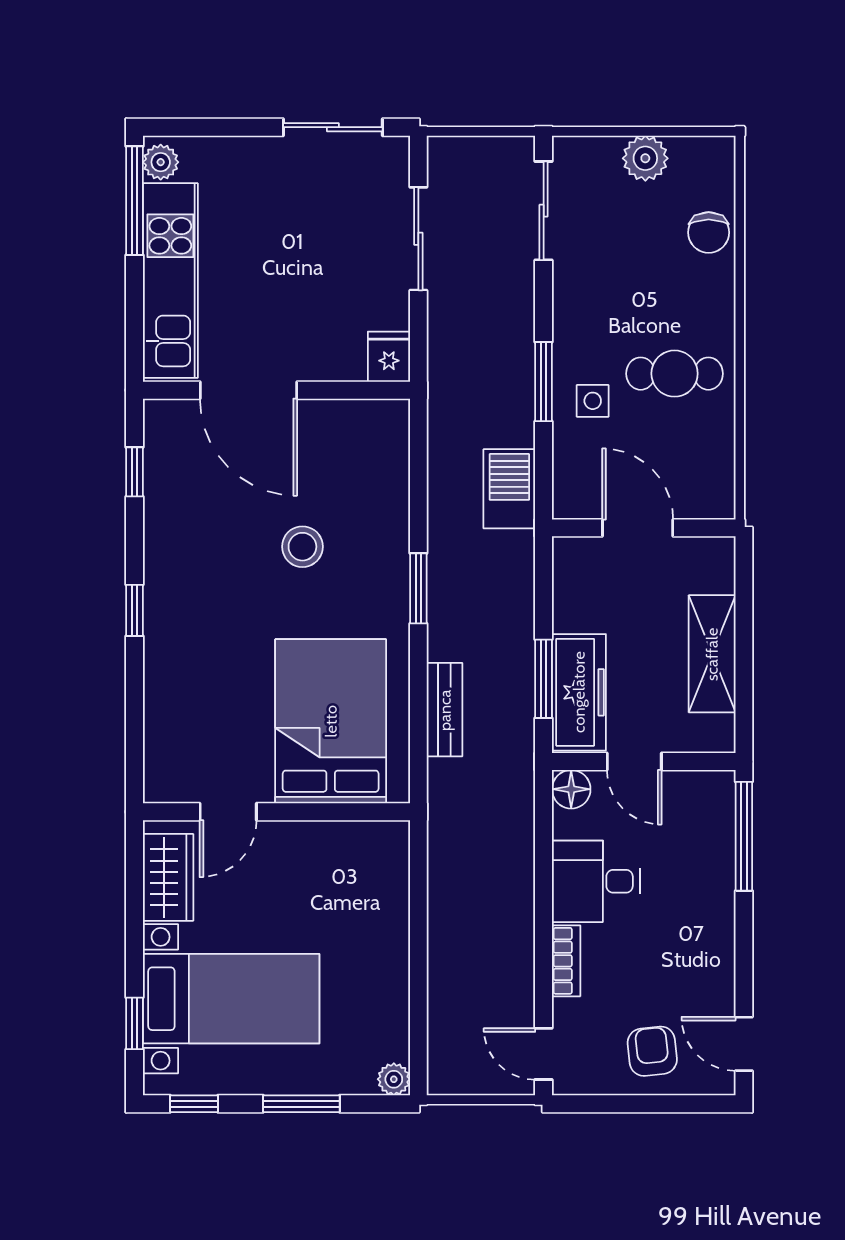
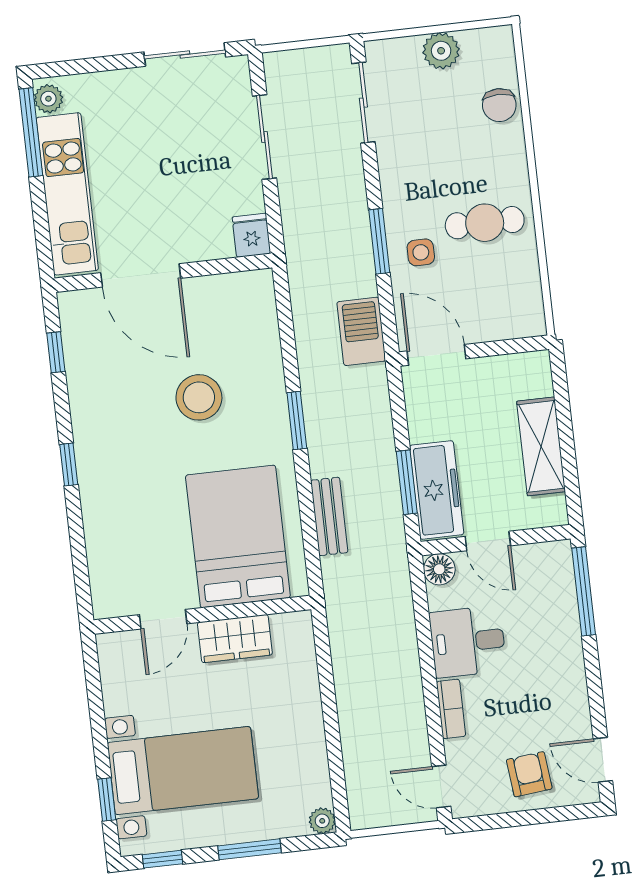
door: (638, 528) -> (437, 355), moved
stool: (302, 547) -> (199, 397), width x1.38, depth x1.38
wardrobe: (168, 877) -> (235, 639), moved, turned 90

